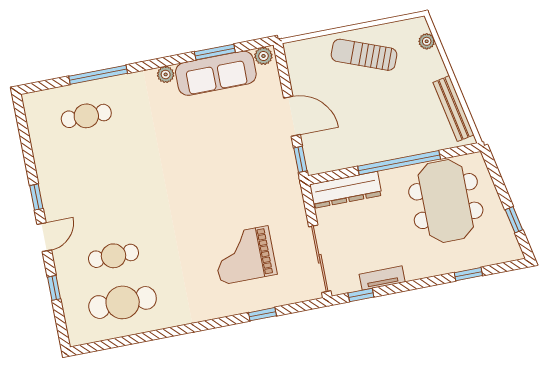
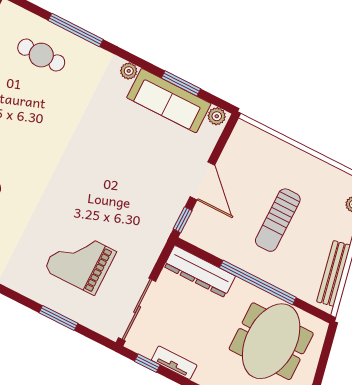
sun lounger: (364, 55) -> (278, 220), moved, turned -111
window: (262, 314) -> (58, 318), width x1.50

